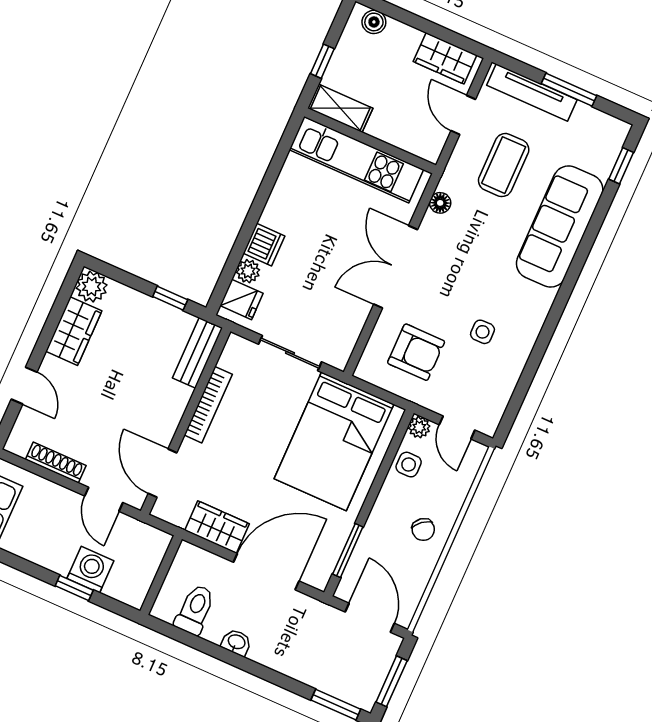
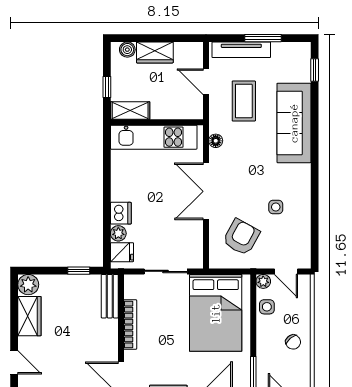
wardrobe: (445, 58) -> (155, 52), moved
armchair: (416, 352) -> (241, 237), turned -61

